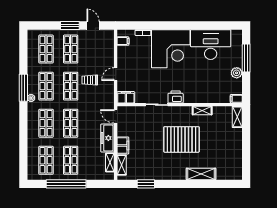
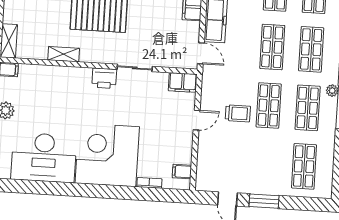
shop shelf: (71, 49) -> (265, 164), removed

